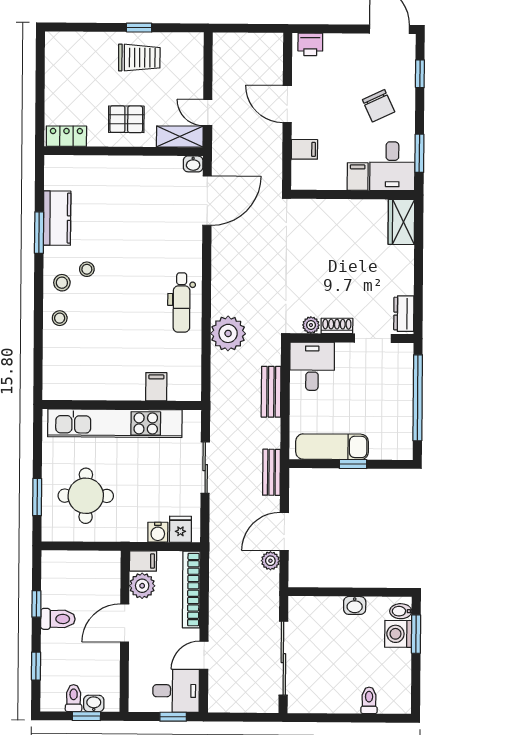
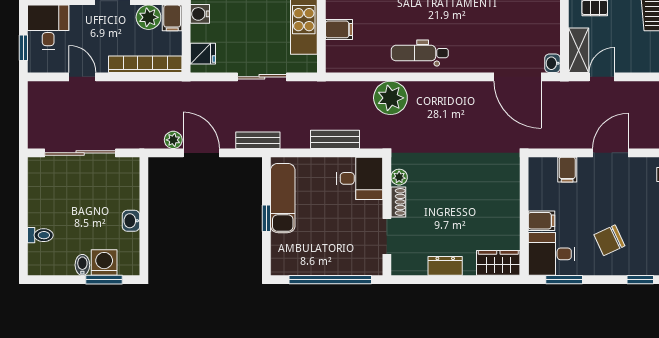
dresser: (404, 314) -> (445, 266), moved
water cooler: (158, 532) -> (200, 14), moved
bidet: (401, 611) -> (82, 265), moved
desk: (176, 691) -> (48, 27), moved, turned 180

